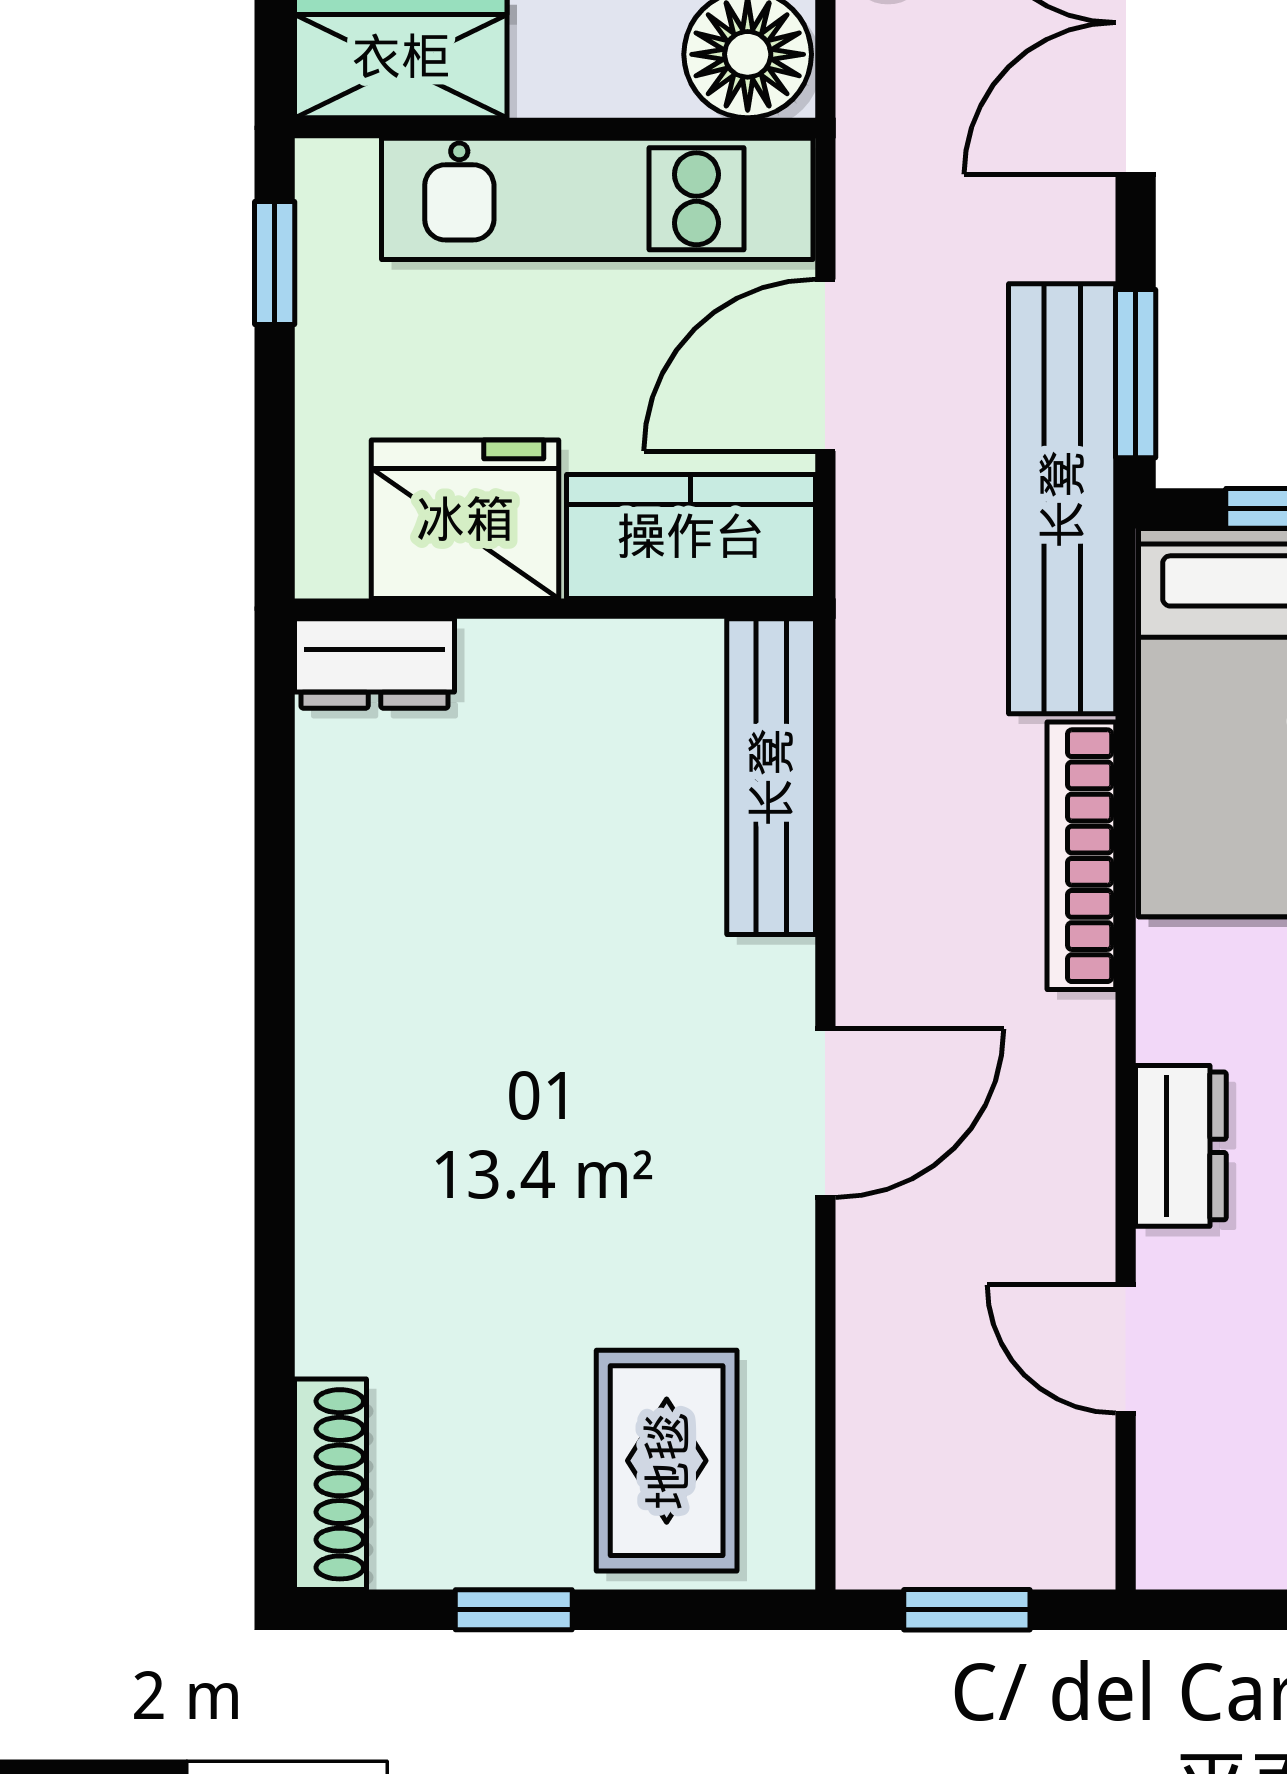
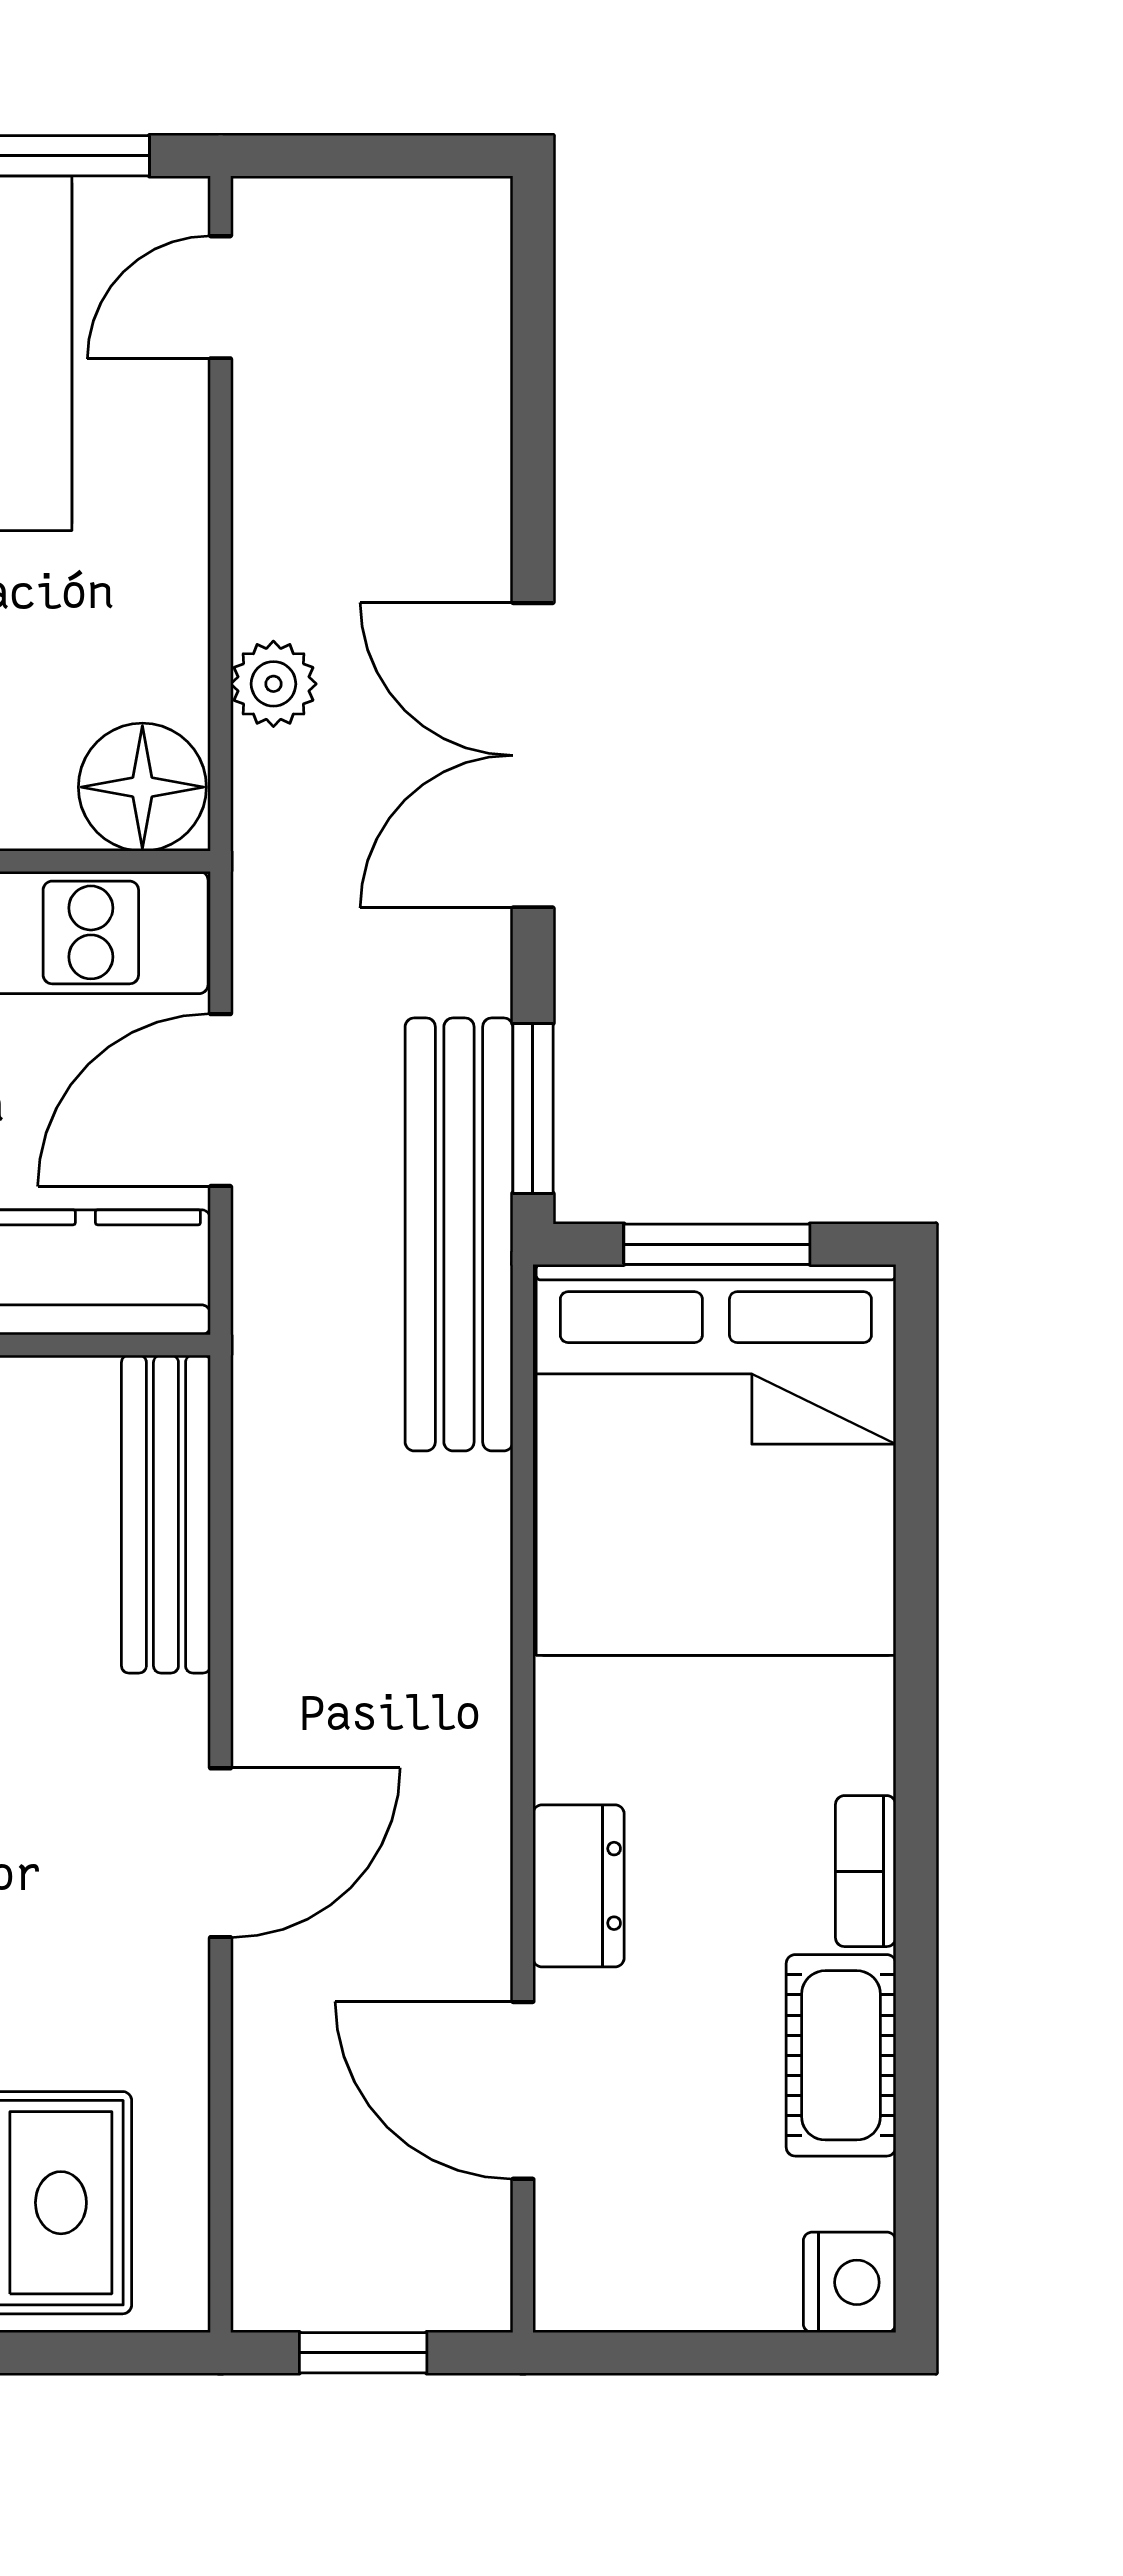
bookcase: (1081, 856) -> (478, 1594), removed
door: (1126, 1349) -> (523, 2090), width x1.38

